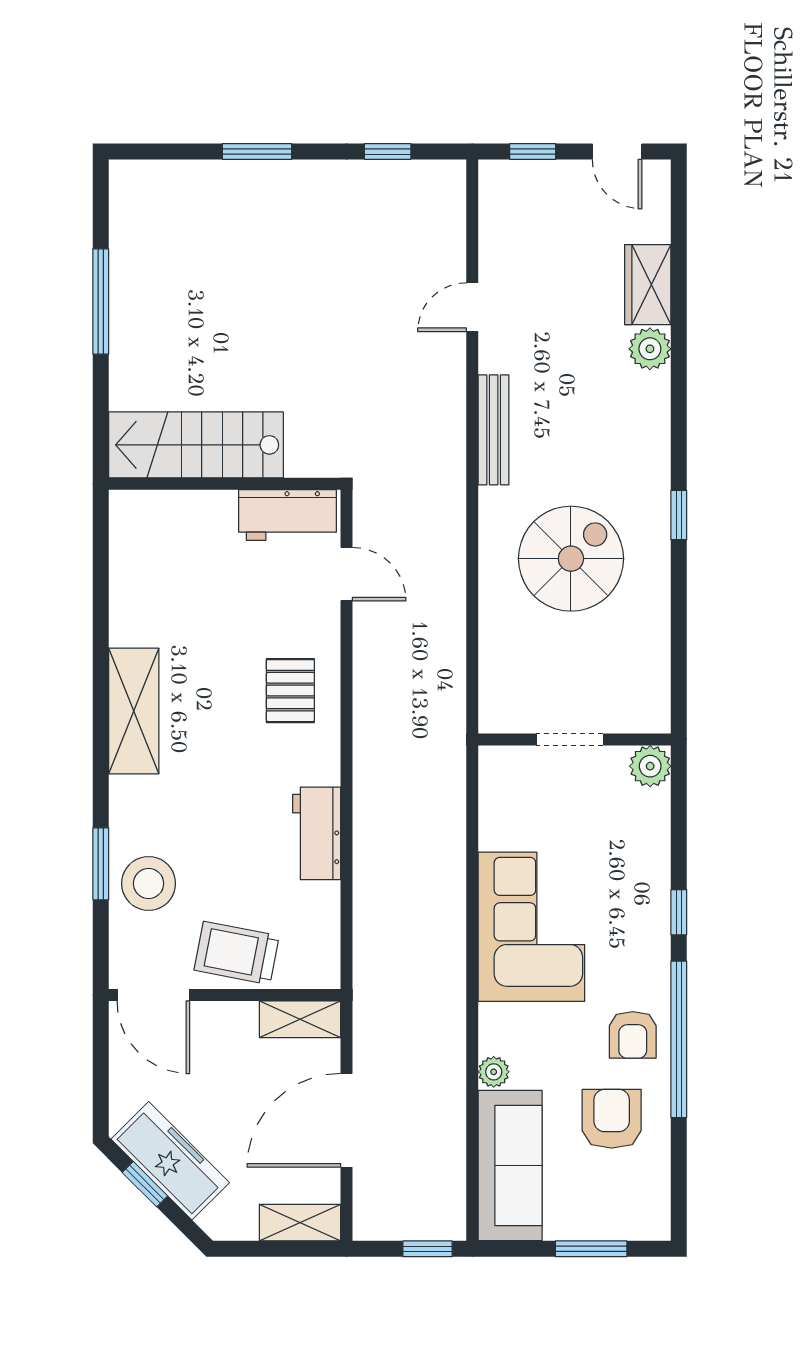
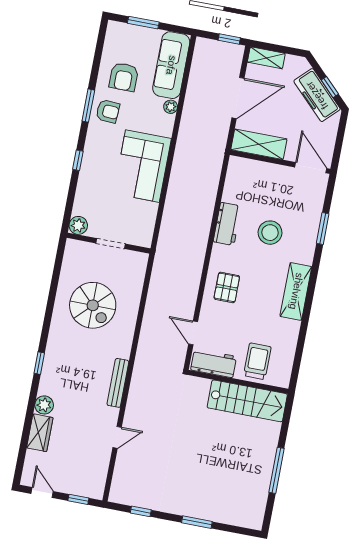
window: (679, 515) -> (39, 363), moved
spiral stairs: (571, 559) -> (93, 305), moved, turned -90
stool: (149, 883) -> (270, 233), moved
trolley: (237, 953) -> (257, 361), moved, turned -101
shelving: (300, 1019) -> (259, 144), width x1.50, depth x1.33
armchair: (633, 1035) -> (108, 111), turned 94
window: (679, 1039) -> (88, 106), width x0.47
window: (428, 1249) -> (229, 39), moved

